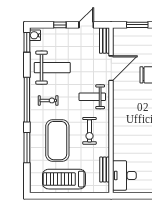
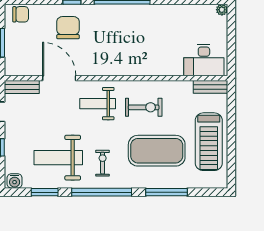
window: (27, 42) -> (45, 192), moved
weight bench: (52, 68) -> (58, 158), turned -90
weight bench: (92, 97) -> (98, 104), turned 90
bench: (105, 169) -> (210, 87), moved

